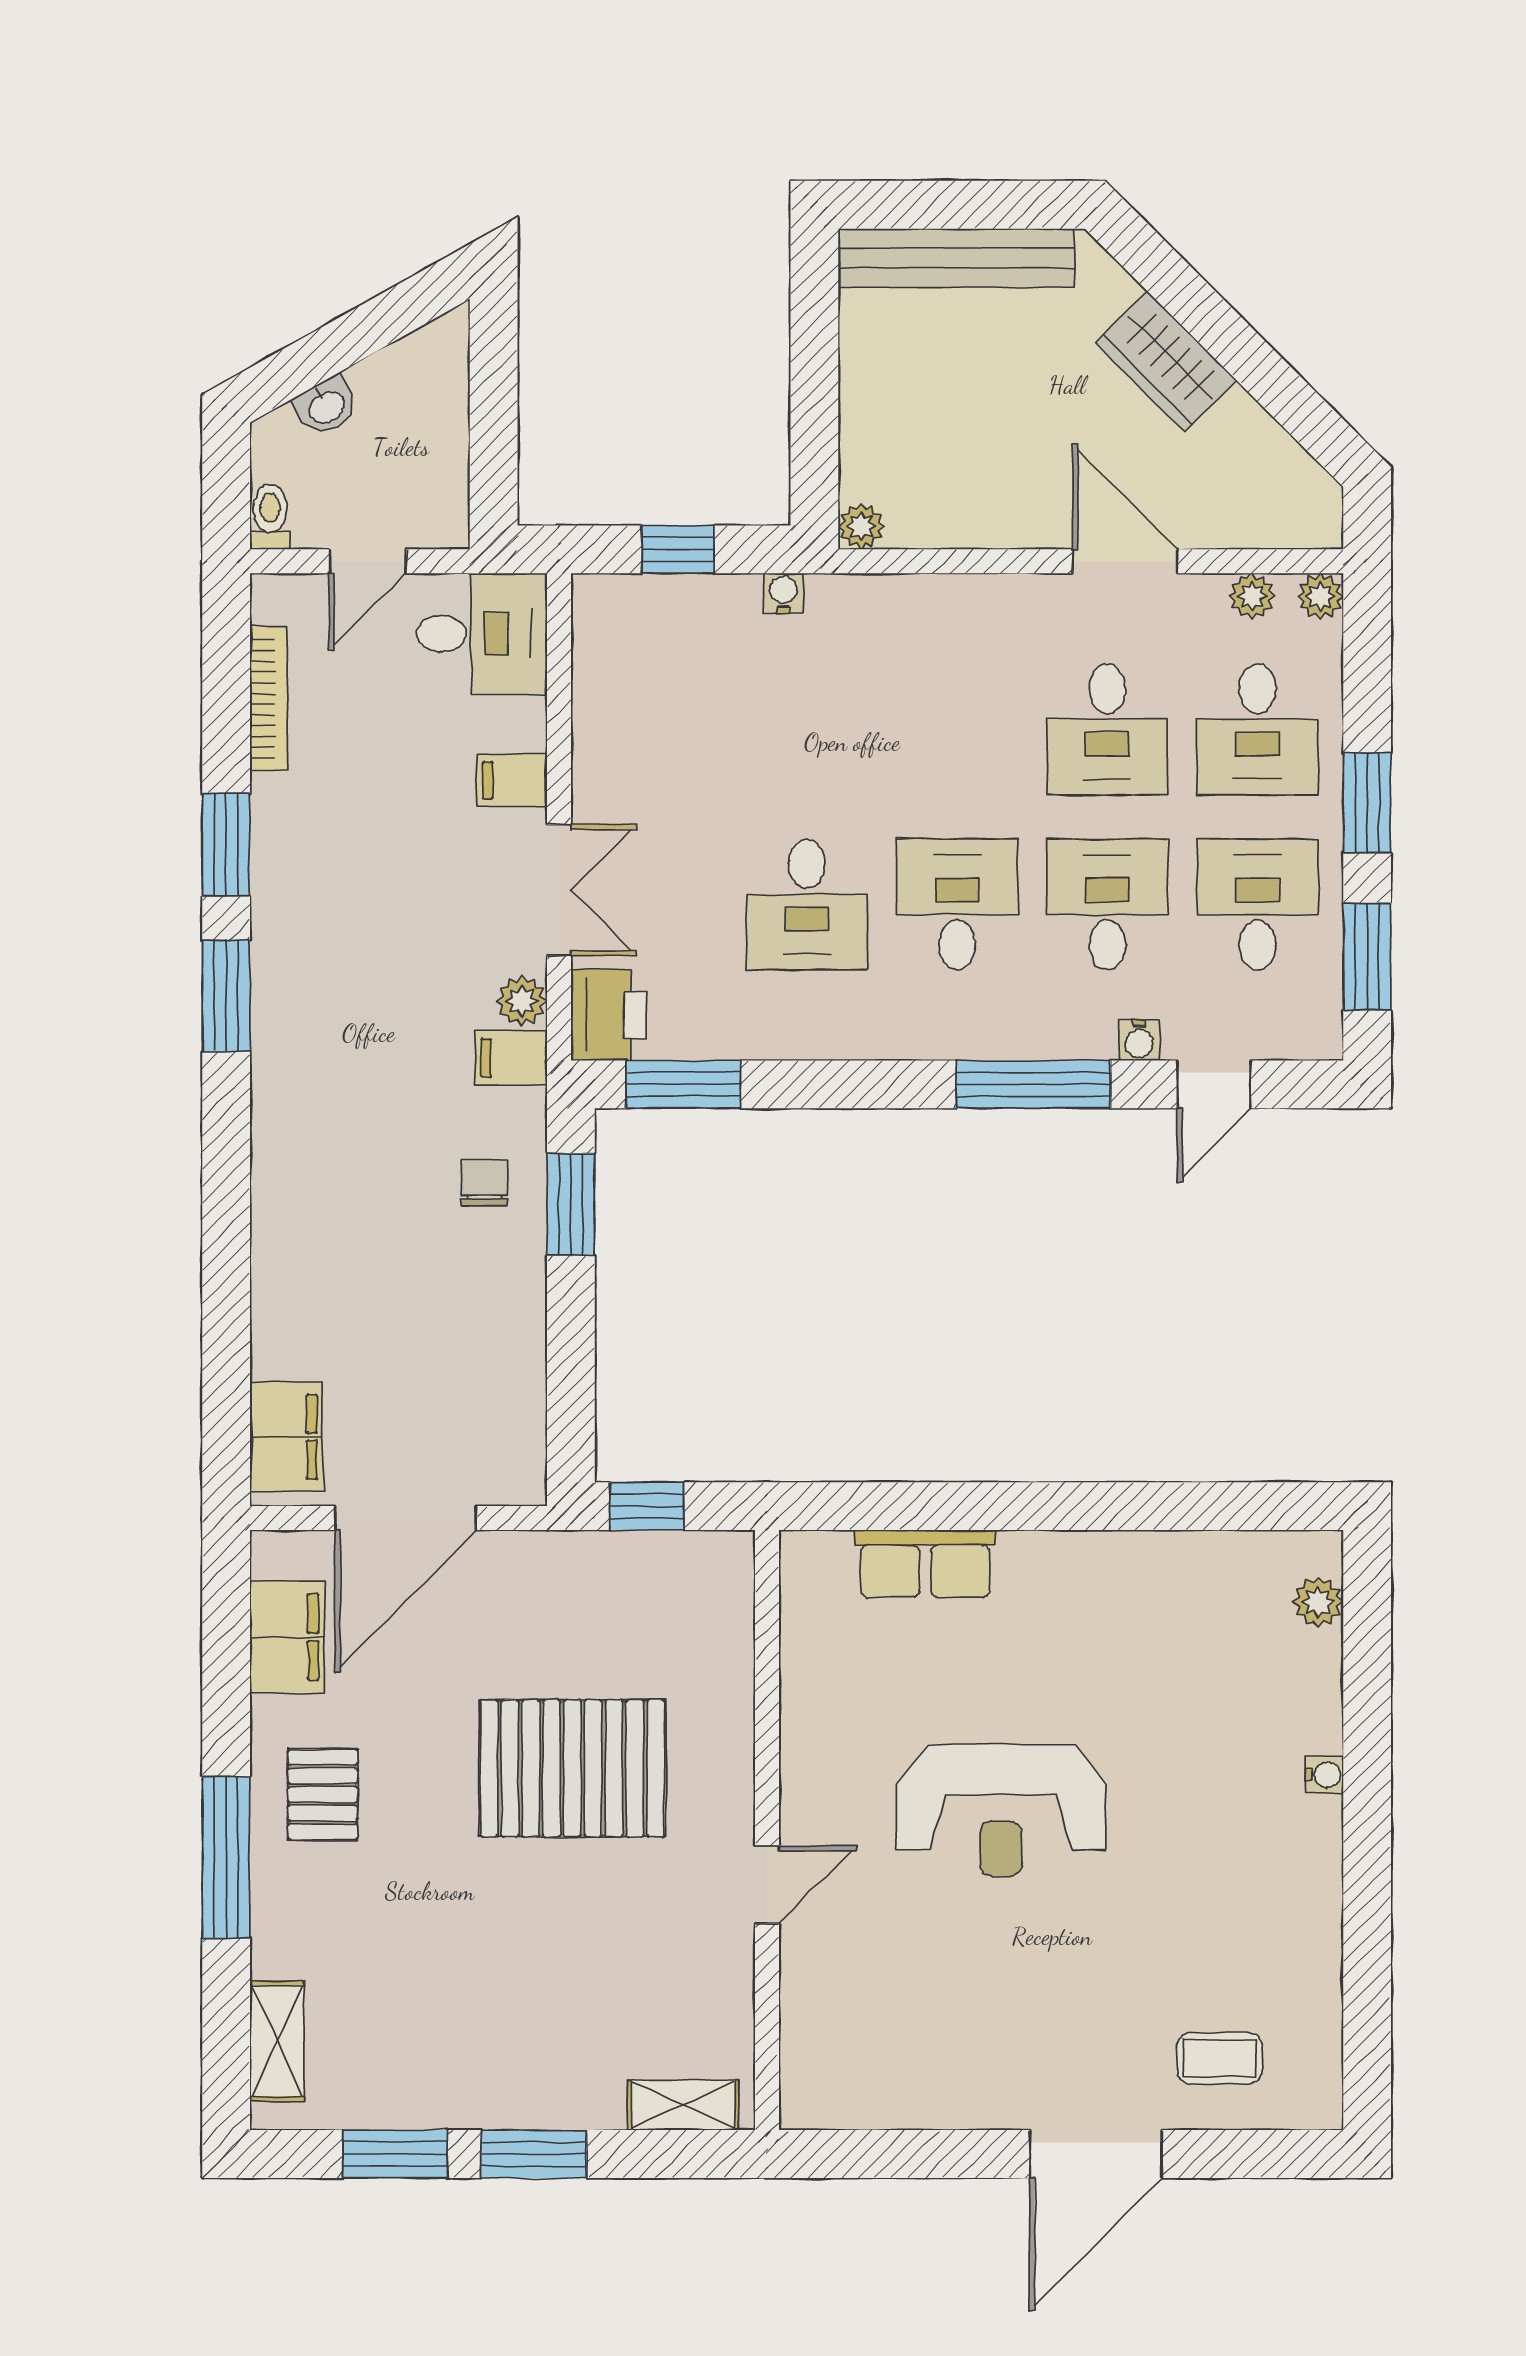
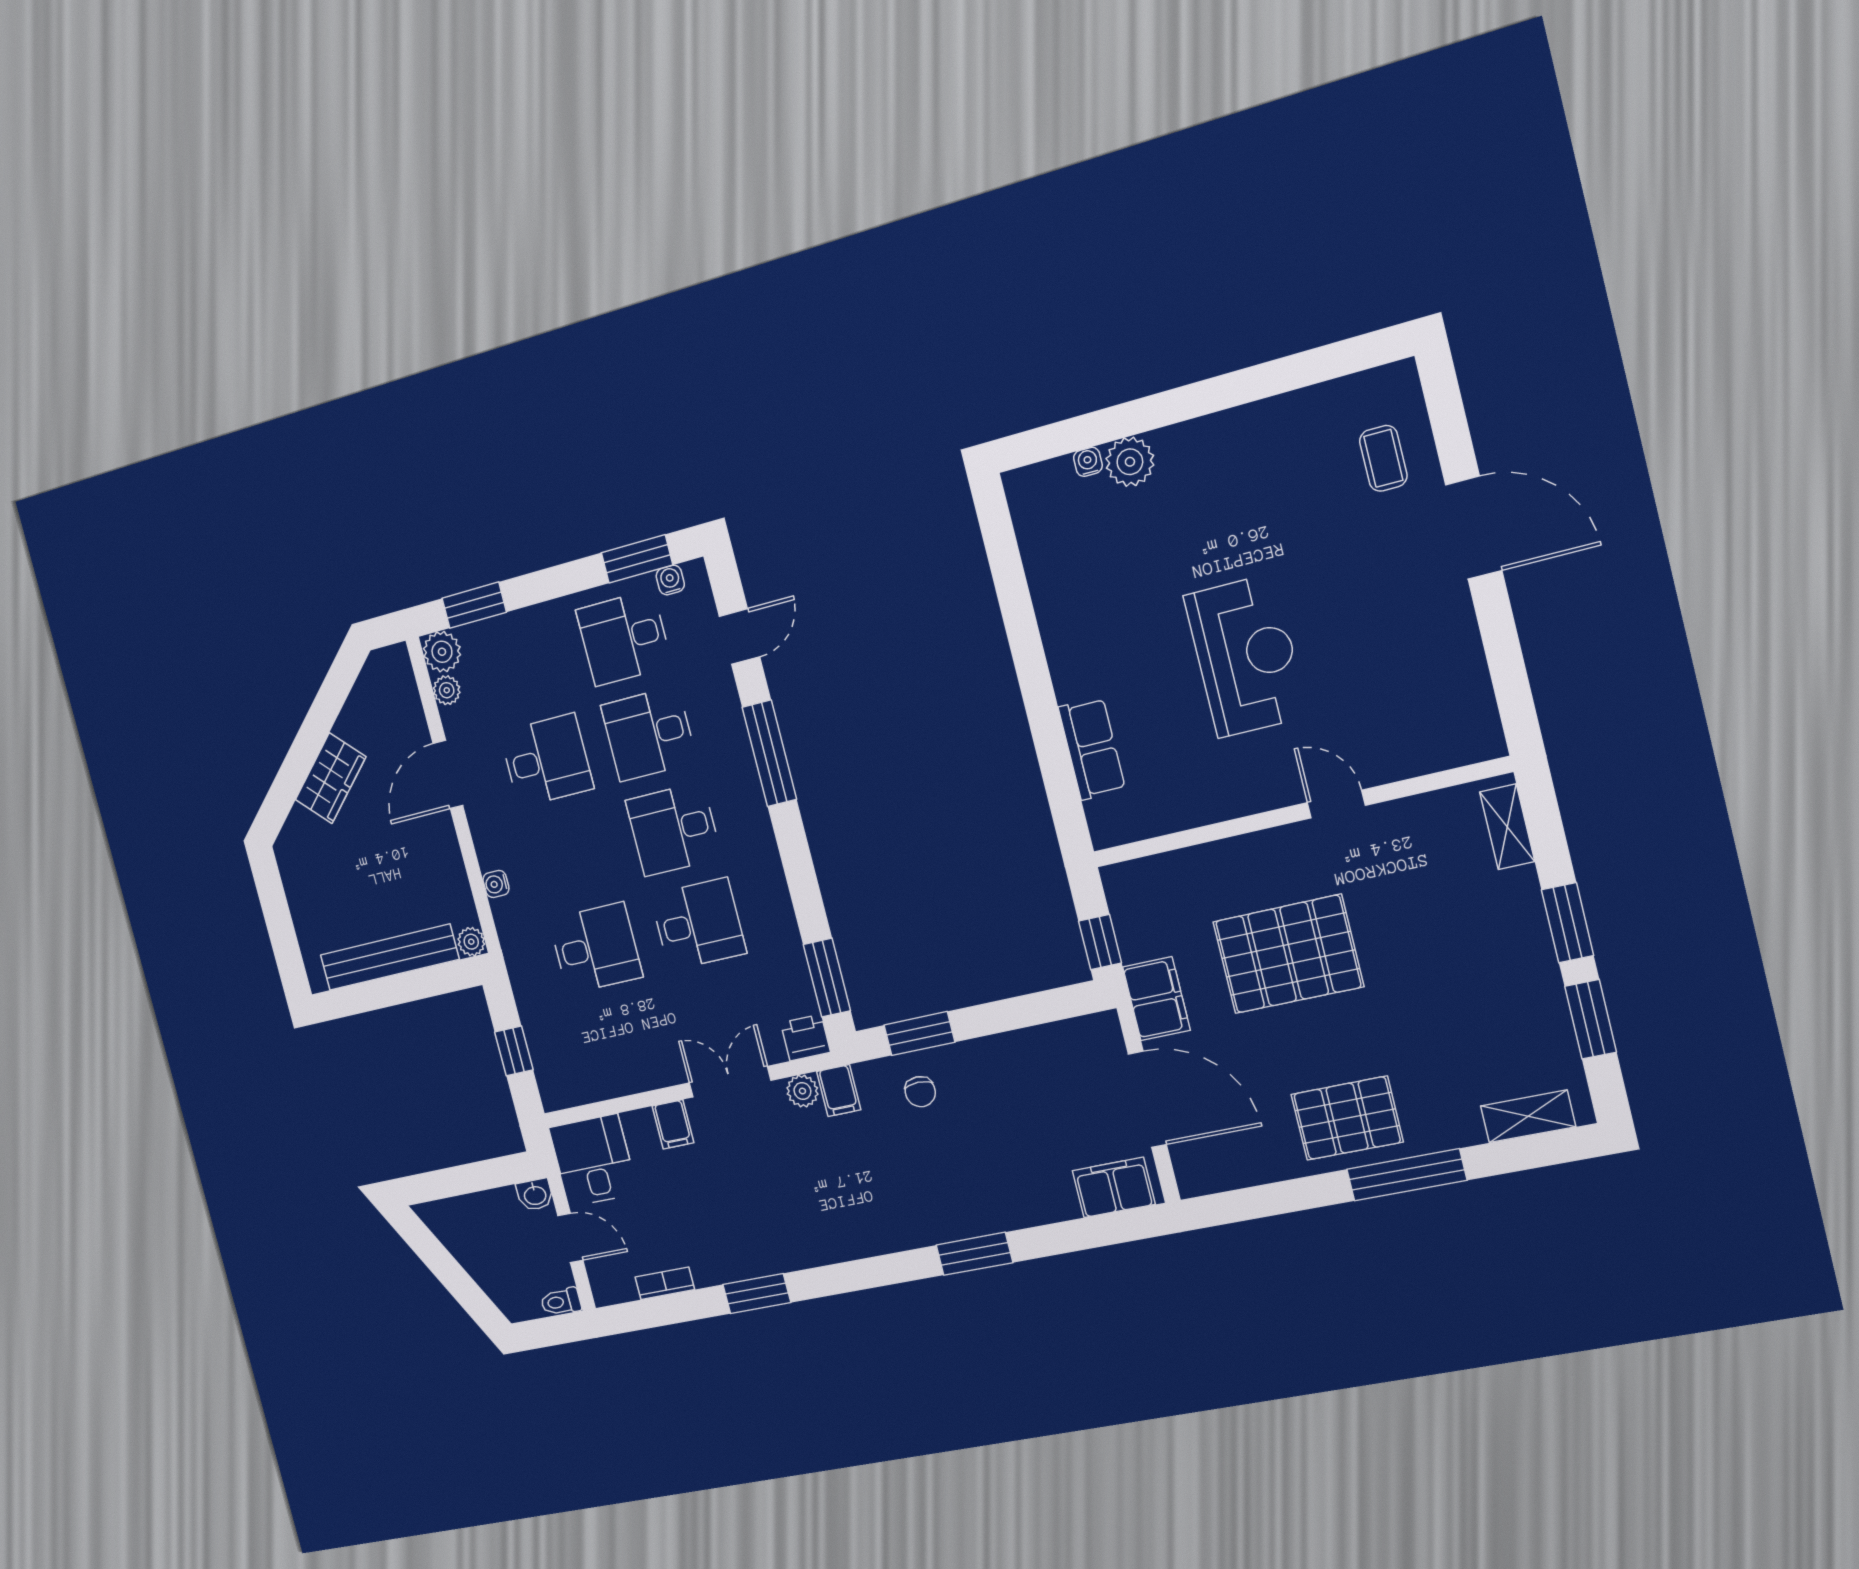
bench: (956, 258) -> (389, 957), moved, turned 90
washbasin: (326, 406) -> (535, 1195), moved, turned 119
water cooler: (783, 593) -> (496, 884), moved
plant: (1320, 596) -> (442, 652), width x1.38, depth x1.38
bookcase: (268, 699) -> (665, 1283), width x0.64
desk: (1258, 729) -> (596, 948), moved
window: (1367, 803) -> (474, 605), moved
window: (226, 996) -> (974, 1254), moved
printer: (608, 1015) -> (805, 1038), width x0.73, depth x0.81
water cooler: (1139, 1040) -> (670, 580), moved, turned -90
door: (1214, 1084) -> (739, 636), hinge flipped
chair: (484, 1183) -> (920, 1092), turned -90
plant: (1318, 1602) -> (1130, 462), moved, width x1.38, depth x1.38
filing cabinet: (287, 1637) -> (1156, 999), moved, turned 90
pallet: (572, 1768) -> (1288, 954), turned 90
water cooler: (1325, 1775) -> (1088, 462), moved
pallet: (323, 1795) -> (1347, 1118), width x1.50, depth x1.42

